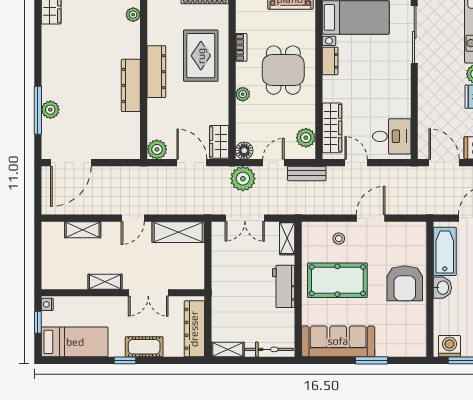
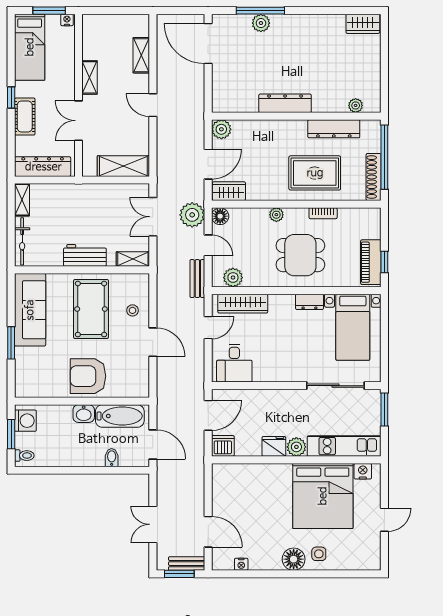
dresser: (156, 72) -> (334, 129), moved
shelving: (178, 232) -> (123, 166), moved, turned 90
window: (38, 322) -> (49, 11), width x1.50

